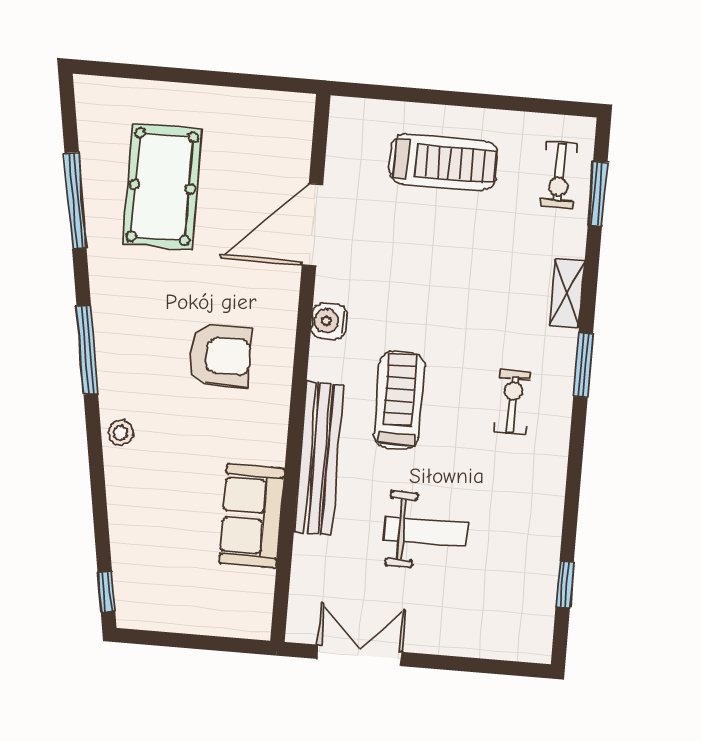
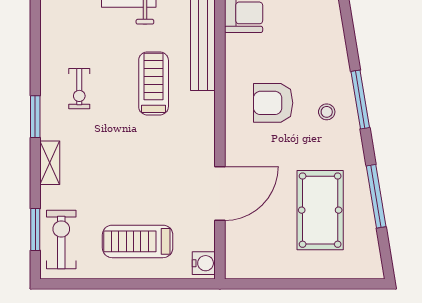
exercise bike: (559, 175) -> (61, 240), width x1.38, depth x1.39
water cooler: (329, 321) -> (204, 263), moved
treadmill: (399, 400) -> (154, 83), turned 180
stool: (121, 433) -> (327, 112), moved

